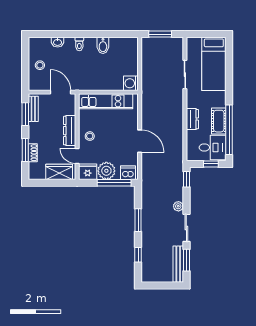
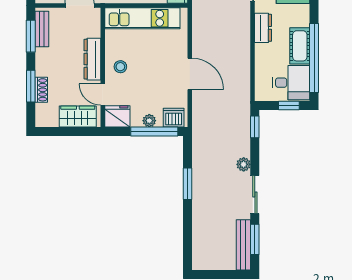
dresser: (192, 119) -> (263, 28), moved
plant: (106, 171) -> (149, 121), width x0.53, depth x0.53
window: (138, 255) -> (188, 232), removed

